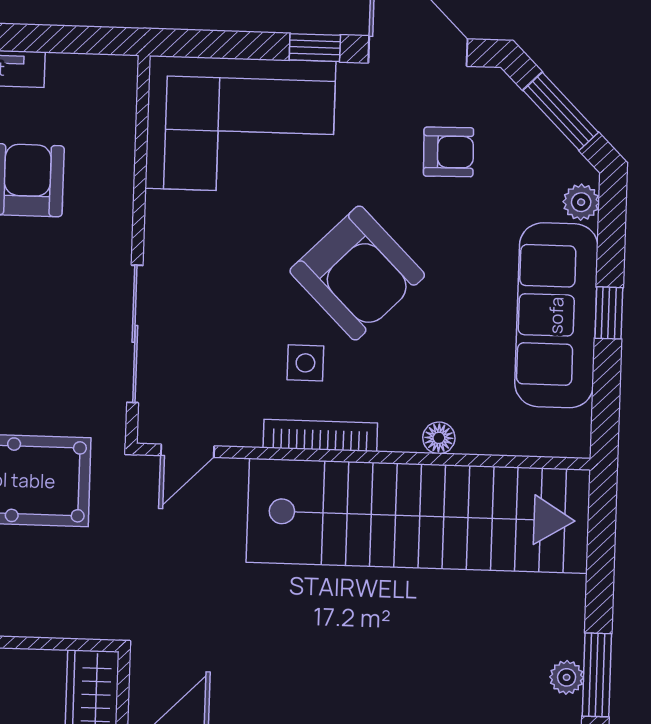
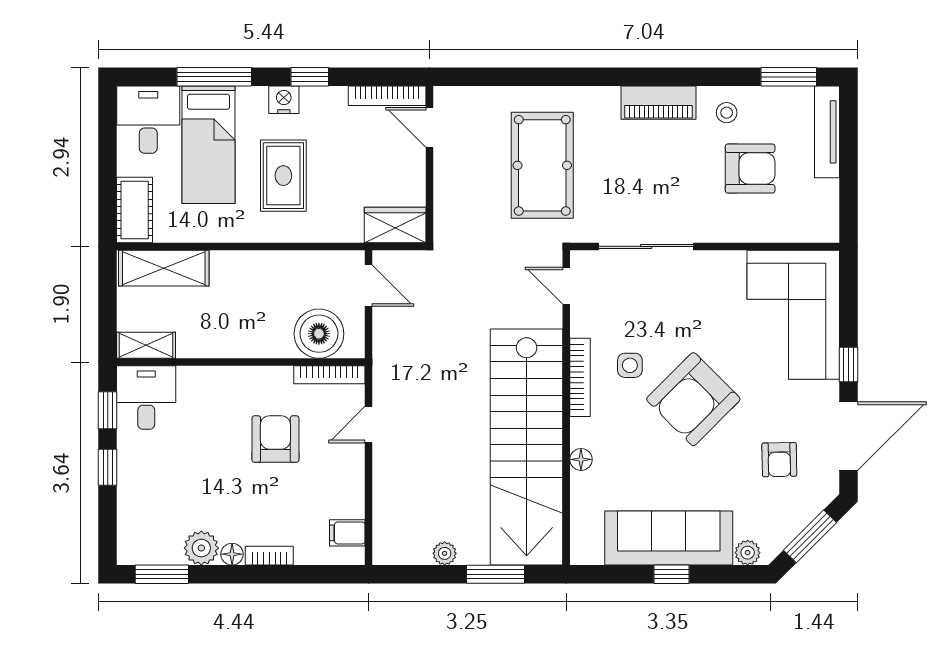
window: (597, 675) -> (495, 574), moved
plant: (567, 677) -> (445, 553), moved

